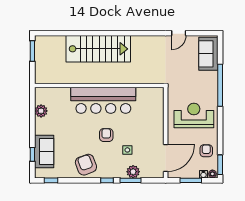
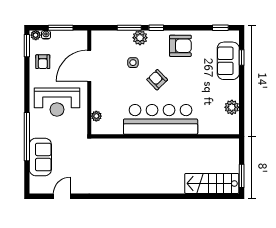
door: (179, 33) -> (62, 196), moved
stairs: (98, 49) -> (212, 183), moved, width x0.73, depth x0.66
sofa: (208, 54) -> (40, 157), moved
plant: (159, 103) -> (96, 116), added
armchair: (106, 135) -> (157, 80), turned 136
door: (166, 158) -> (89, 66), moved
armchair: (86, 165) -> (180, 46), turned -70
plant: (133, 172) -> (140, 38), moved

